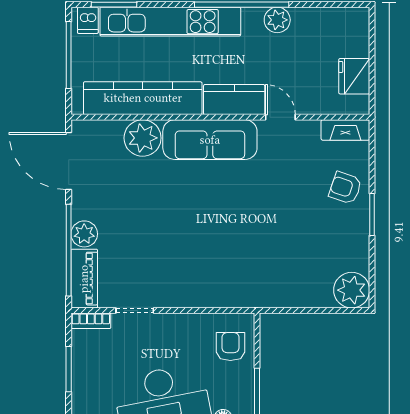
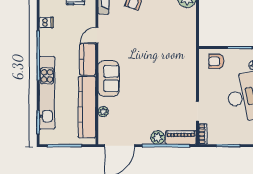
dishwasher: (88, 20) -> (46, 22), moved
plant: (277, 20) -> (46, 37), removed
plant: (143, 138) -> (103, 112), width x0.53, depth x0.53
sofa: (210, 140) -> (108, 79), width x0.73

